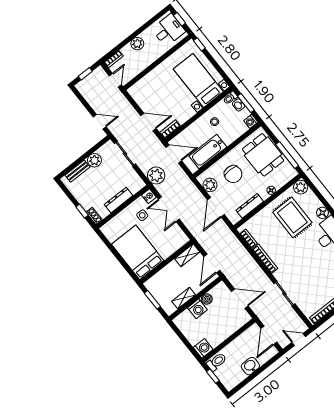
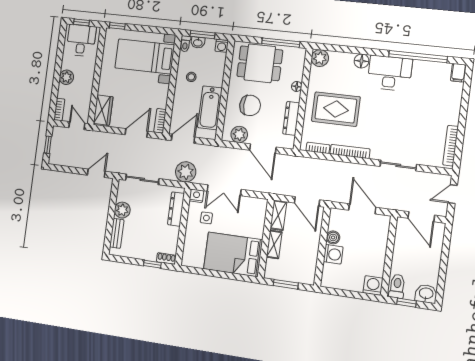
wardrobe: (141, 87) -> (103, 110), added
dresser: (119, 200) -> (176, 209), moved
rug: (292, 217) -> (336, 109), moved
shelving: (184, 298) -> (274, 244), moved
door: (240, 299) -> (362, 209), hinge flipped
washbasin: (250, 366) -> (426, 294), moved, turned 90

